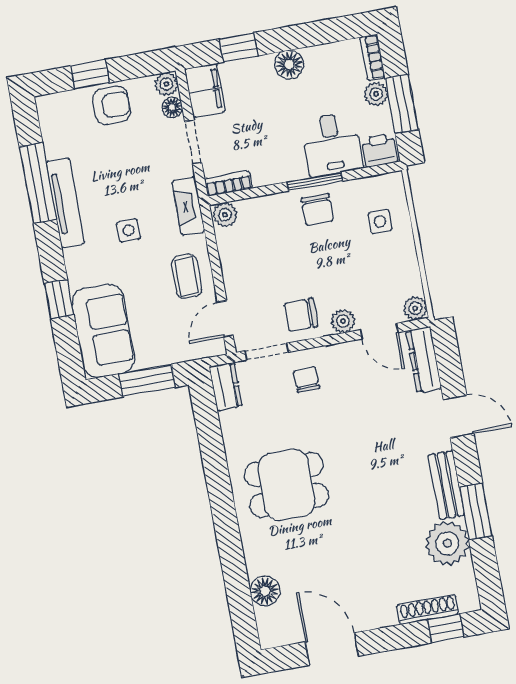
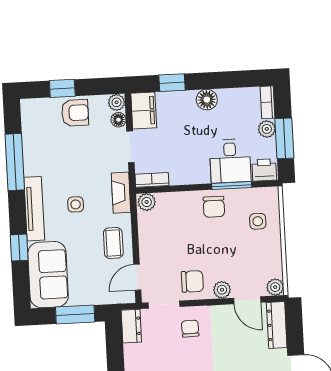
window: (315, 182) -> (232, 186), moved
tv unit: (65, 203) -> (34, 209), moved
chair: (301, 315) -> (192, 281), turned 180

